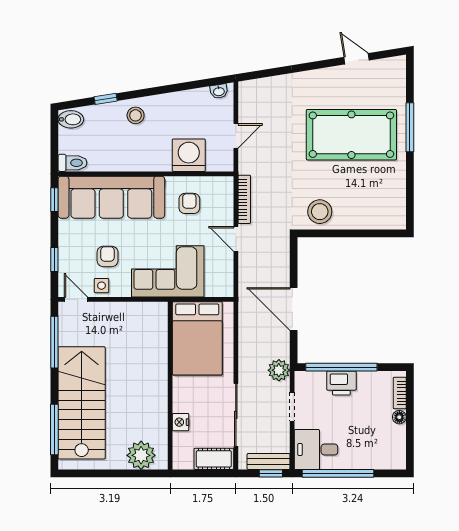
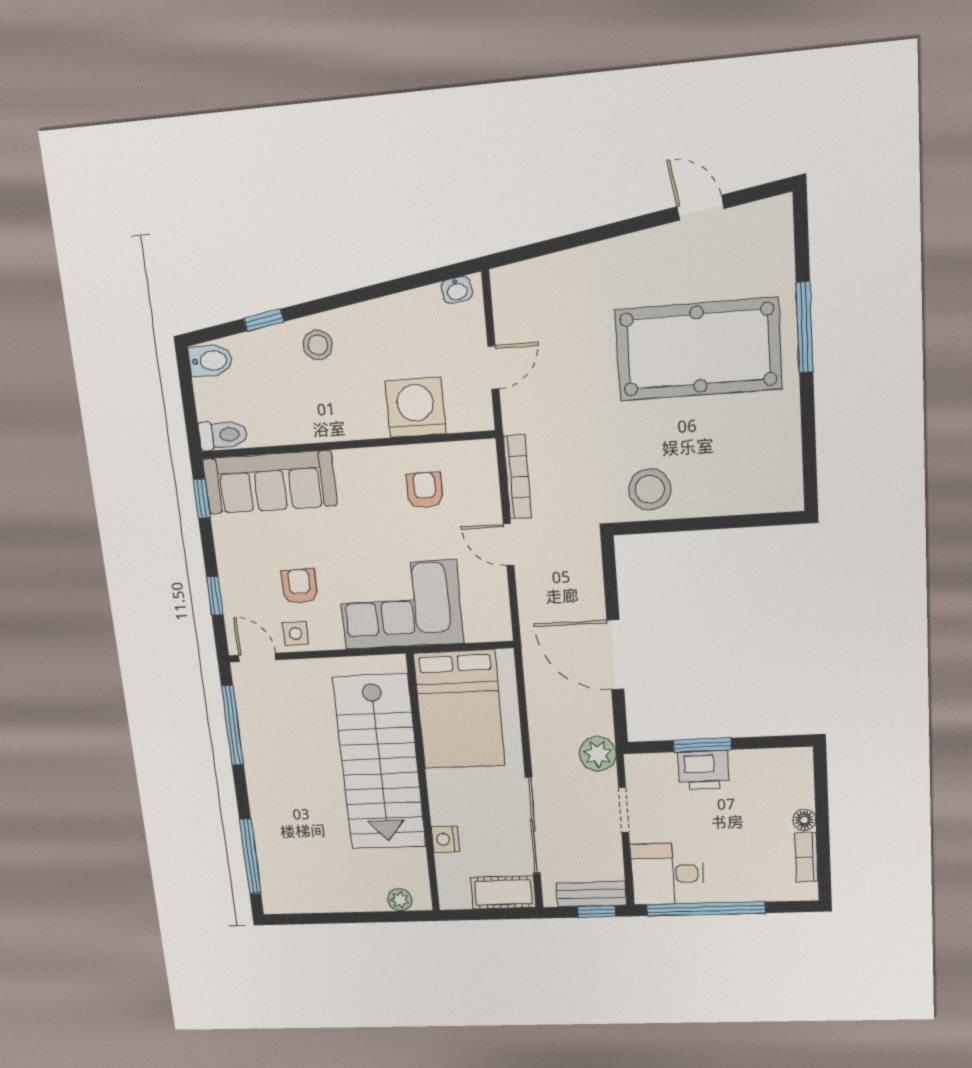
sofa: (111, 197) -> (270, 482), width x0.74, depth x0.79
window: (341, 367) -> (702, 745), width x0.47
bookcase: (400, 393) -> (806, 857), moved
stairs: (82, 403) -> (380, 762), moved, turned 180
plant: (141, 455) -> (400, 900), width x0.53, depth x0.53

